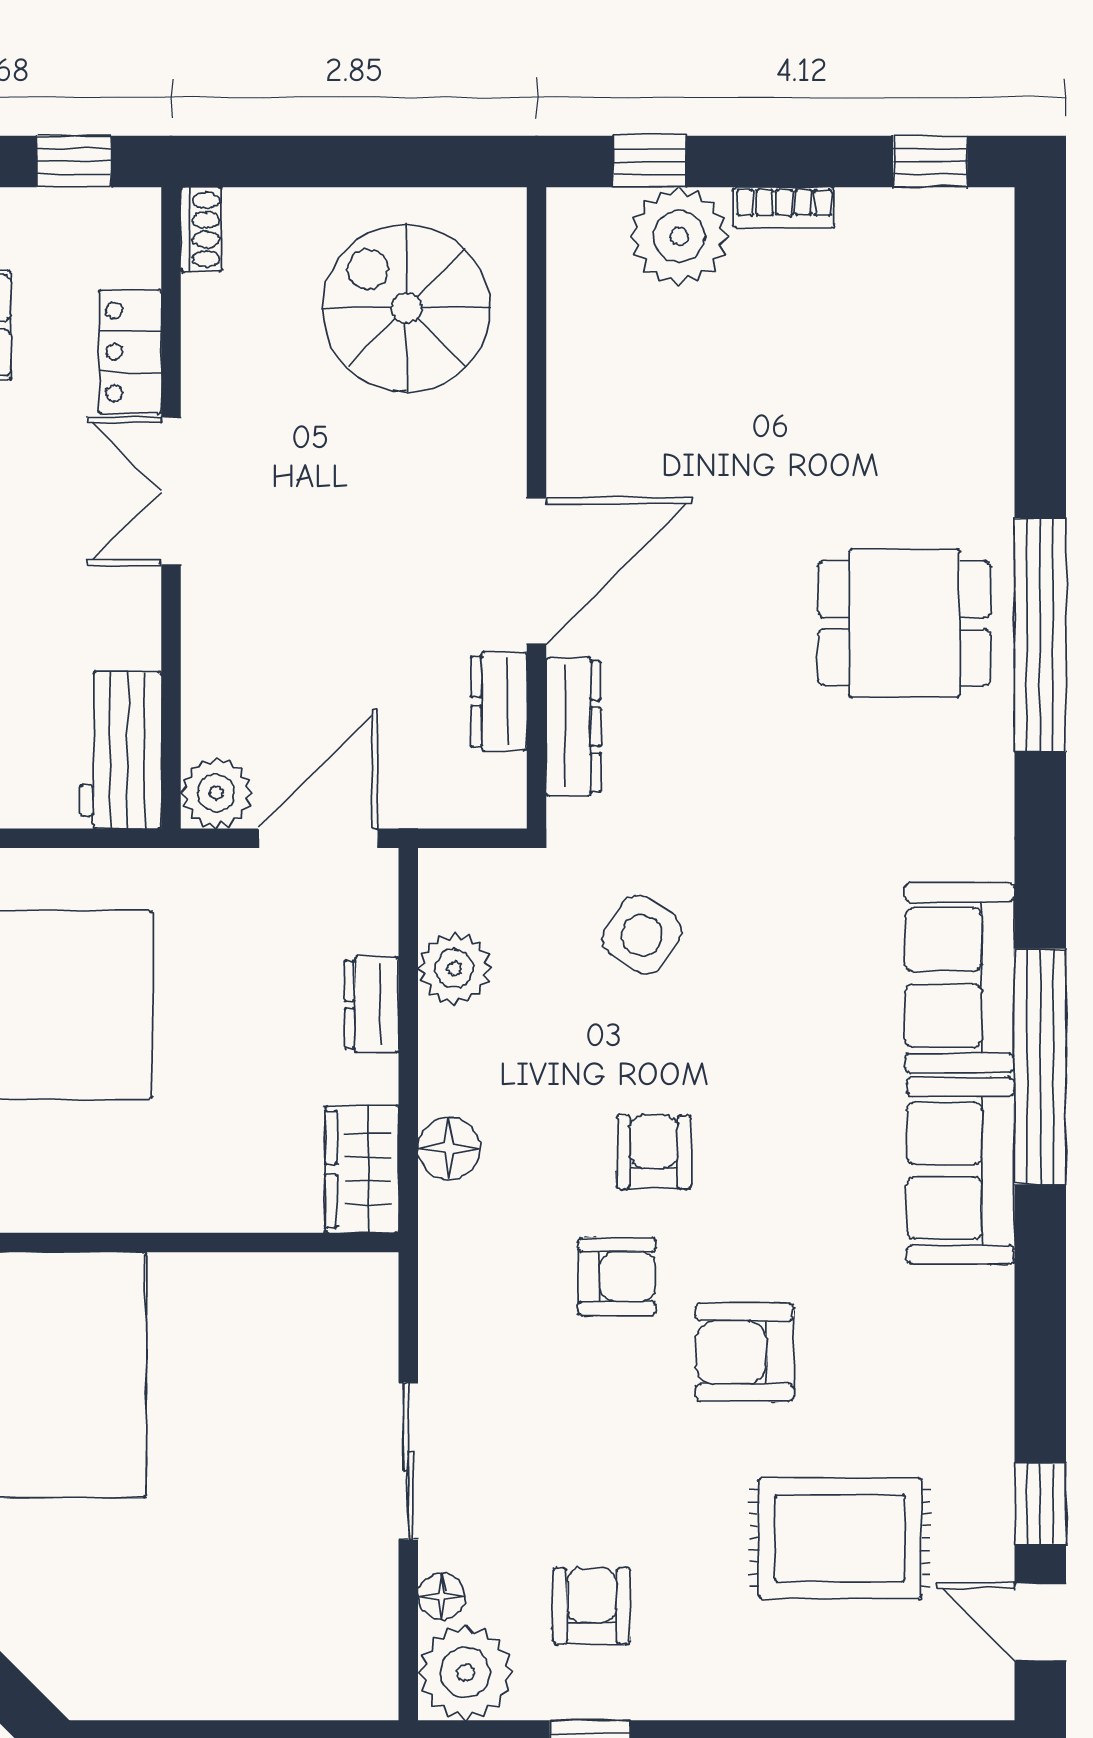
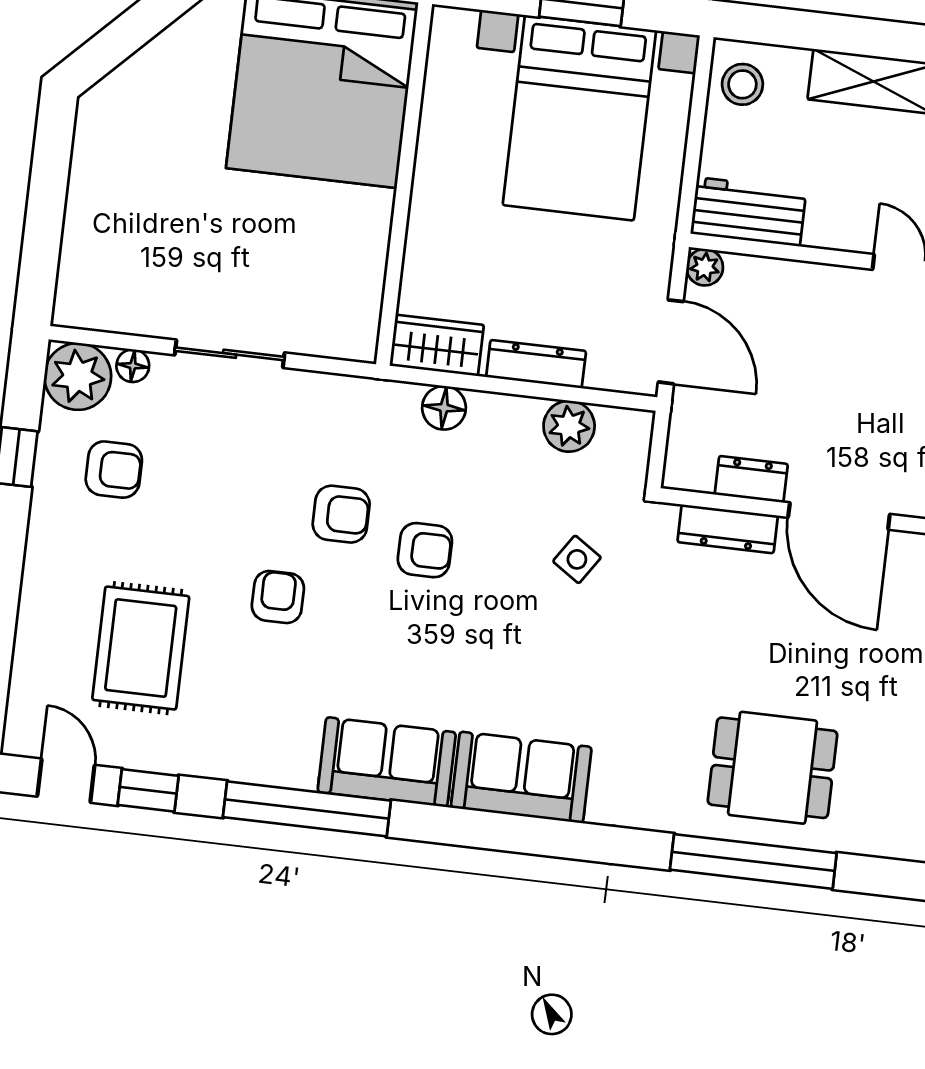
dining table: (904, 623) -> (773, 768), turned 90
plant: (216, 793) -> (705, 267), width x0.73, depth x0.73
side table: (642, 935) -> (577, 559), width x0.73, depth x0.73
dresser: (372, 1005) -> (536, 364), width x1.44
window: (1040, 1067) -> (307, 809), moved
armchair: (617, 1277) -> (341, 514), turned -90
armchair: (745, 1352) -> (278, 597), width x0.72, depth x0.72
door: (1040, 1622) -> (66, 781), hinge flipped

